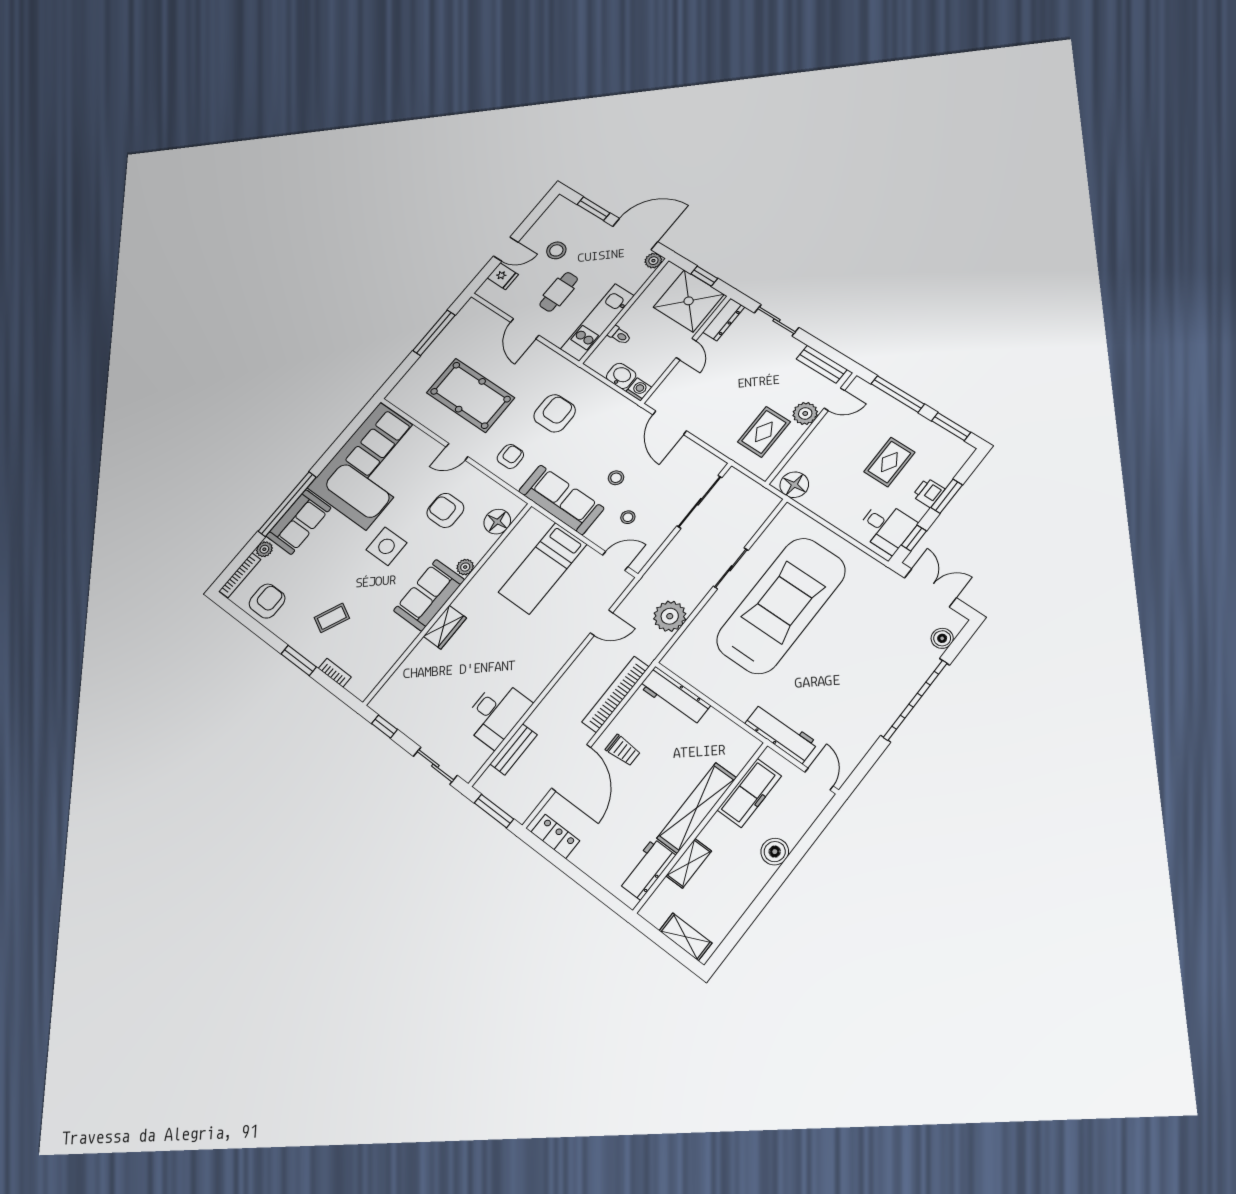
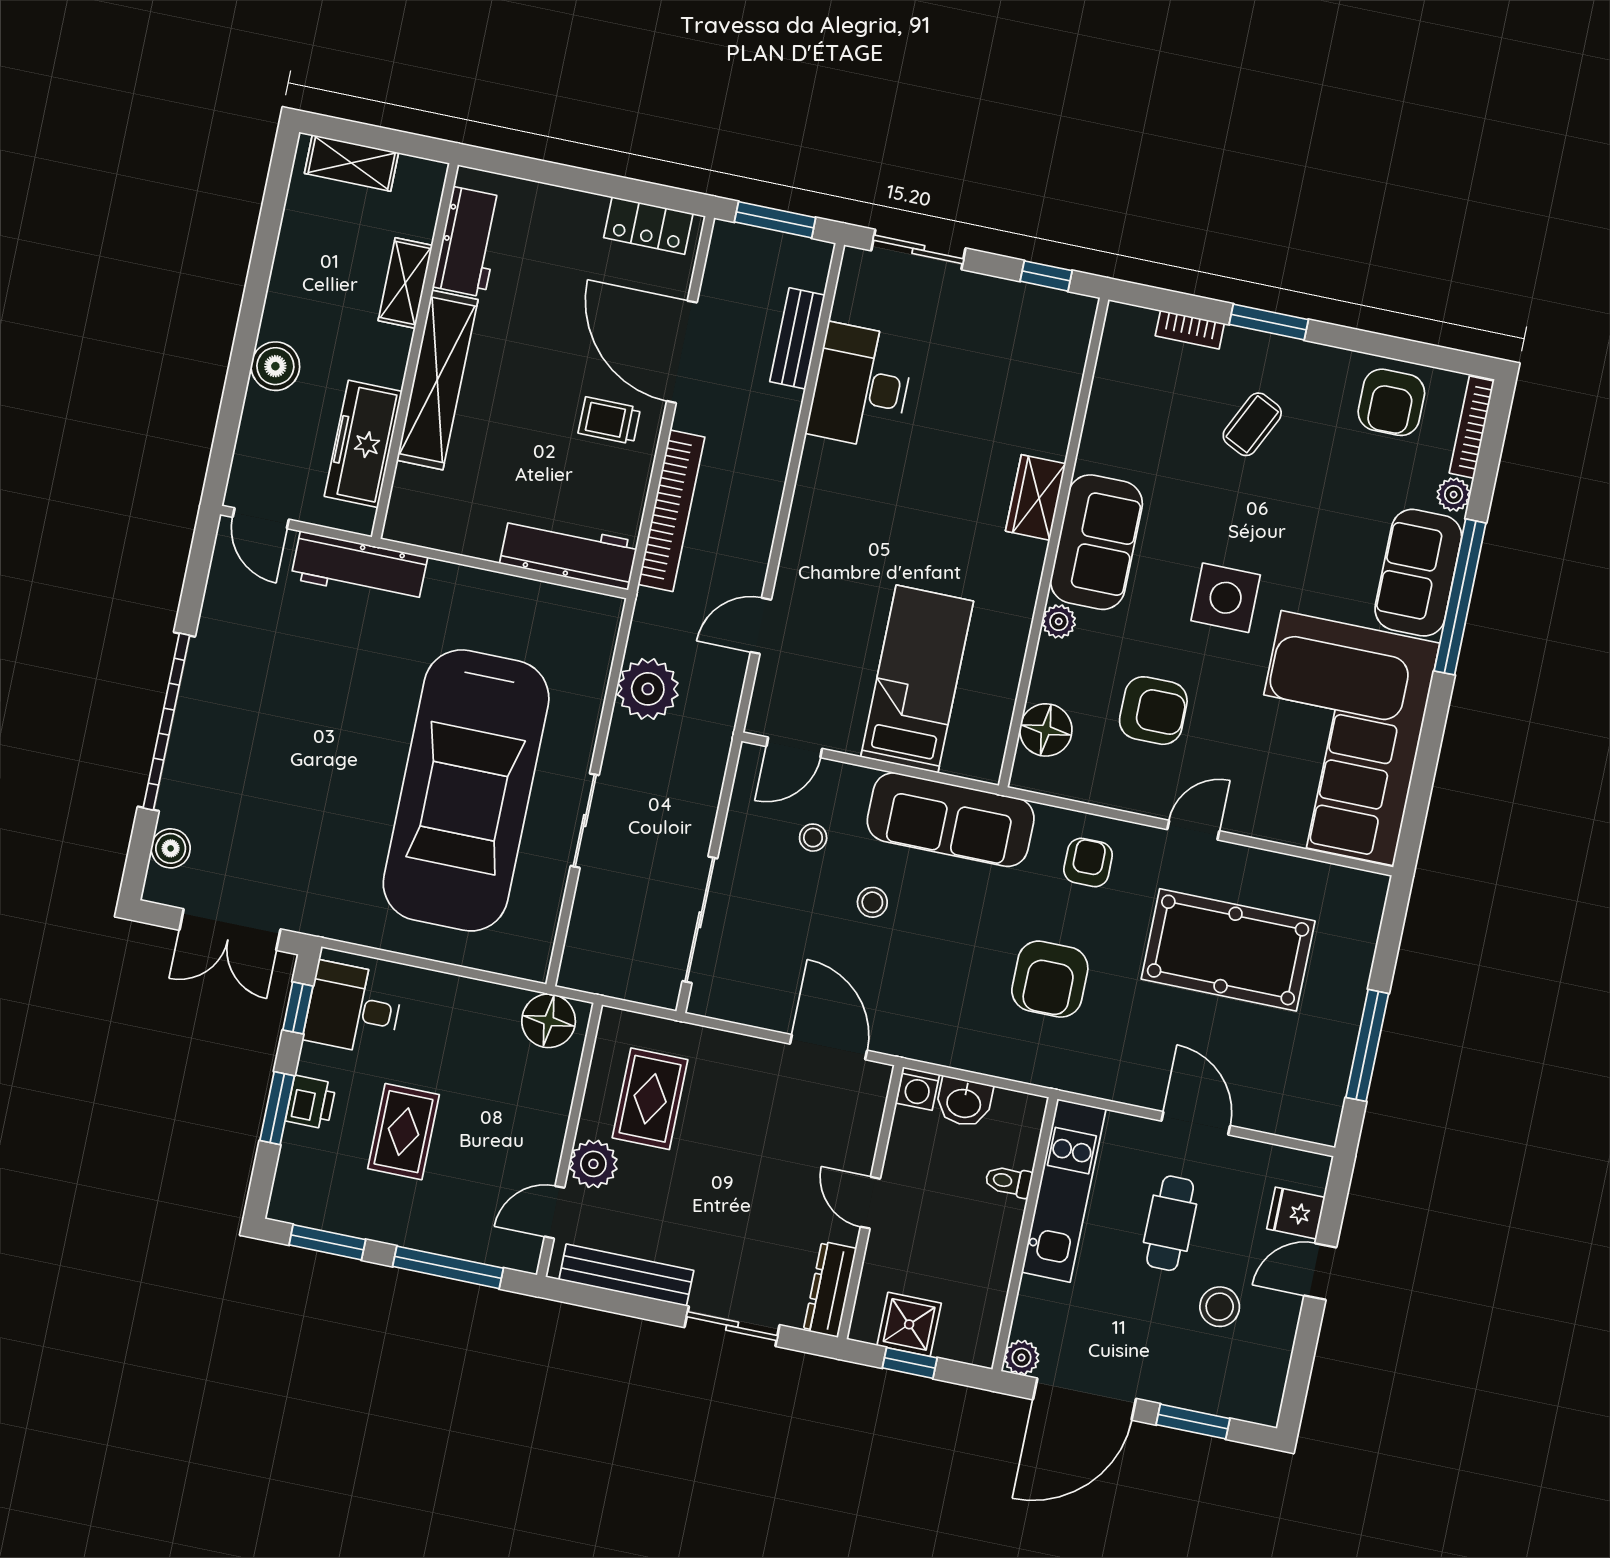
shower: (689, 301) -> (909, 1324), width x0.54, depth x0.54
bench: (822, 364) -> (626, 1275), width x1.36
armchair: (510, 456) -> (1088, 862), turned 180

